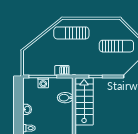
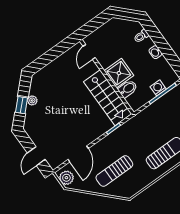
barbecue: (62, 70) -> (149, 112), removed
shower: (64, 113) -> (119, 73), added

